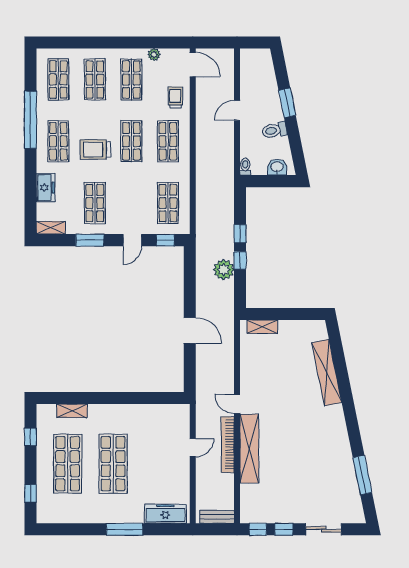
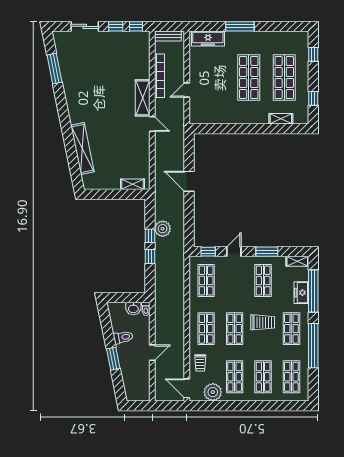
plant: (154, 54) -> (213, 392), width x1.87, depth x1.87
washbasin: (277, 167) -> (133, 309), moved
window: (30, 190) -> (313, 291), added
bookcase: (228, 445) -> (159, 76), moved
shelving: (249, 448) -> (143, 98), width x0.68

